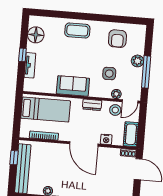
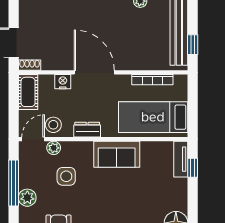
window: (22, 55) -> (193, 168), moved
tv unit: (30, 65) -> (181, 159), moved

